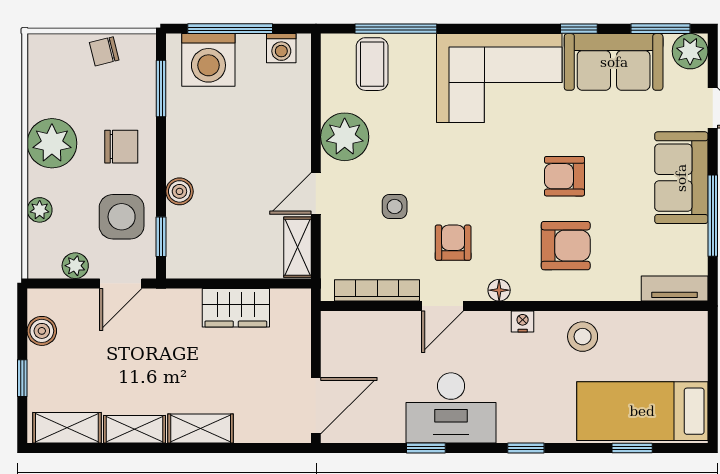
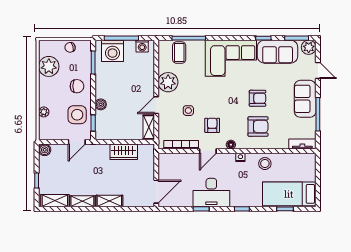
plant: (52, 143) -> (49, 66), moved
armchair: (565, 176) -> (258, 98), turned 180
plant: (75, 266) -> (58, 135), removed
boiler: (42, 331) -> (45, 150), moved

